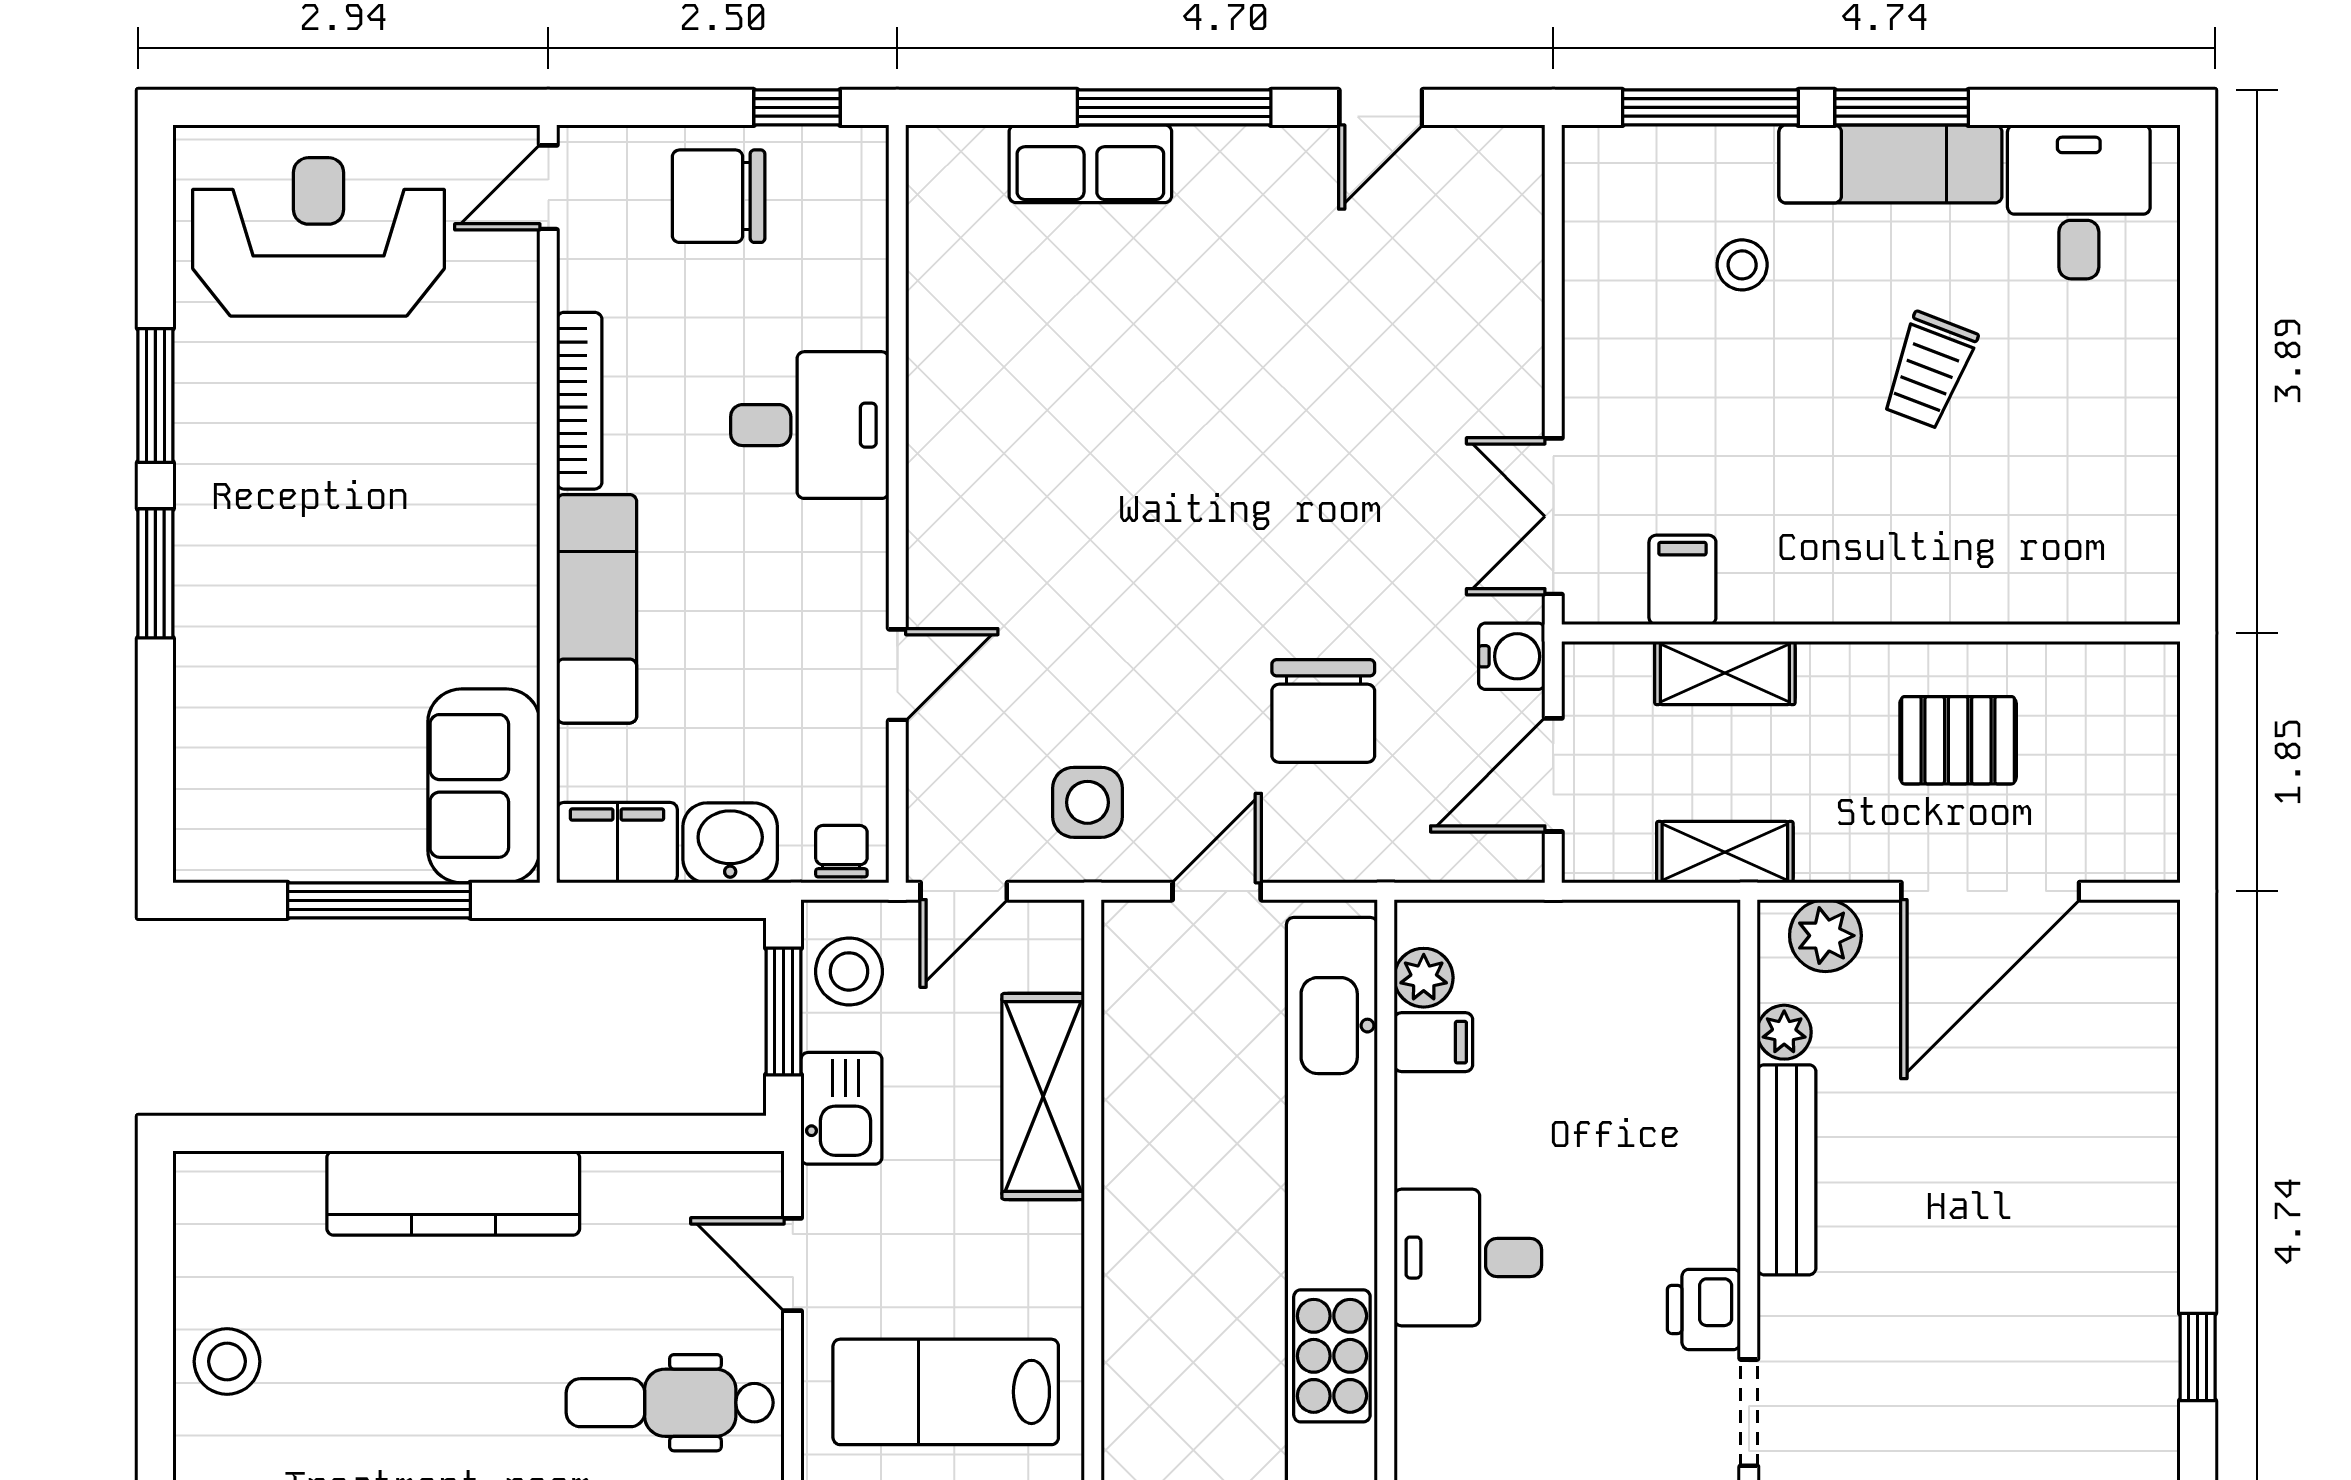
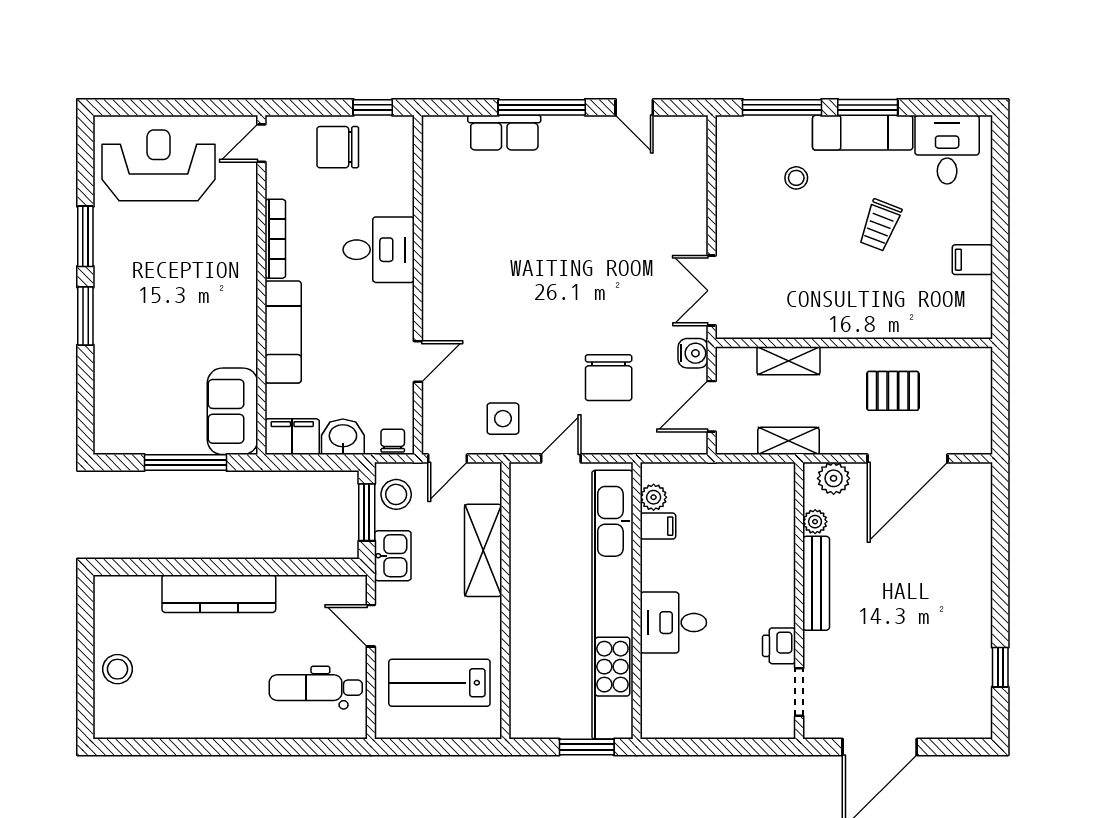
door: (1381, 107) -> (634, 107), hinge flipped
filing cabinet: (1682, 580) -> (972, 260), moved, turned -90

